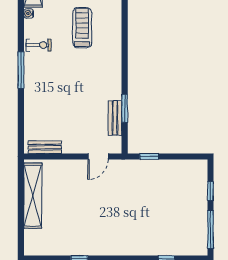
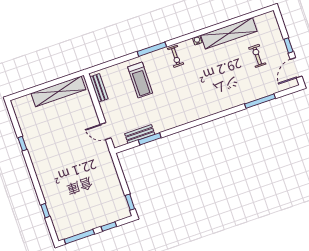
treadmill: (82, 28) -> (140, 80), moved, turned 90
window: (149, 157) -> (130, 202), moved

